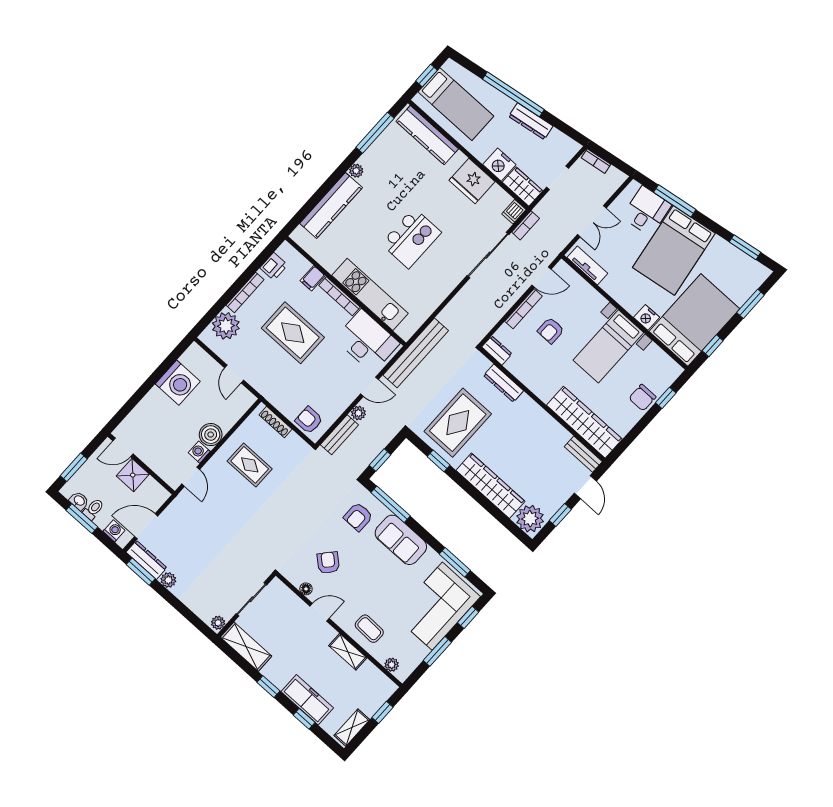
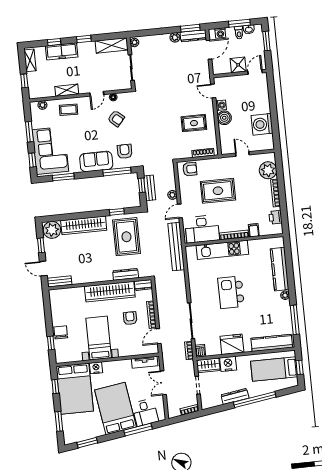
rug: (293, 333) -> (218, 191), moved
wardrobe: (584, 422) -> (110, 292), moved
bench: (339, 435) -> (150, 188), moved

